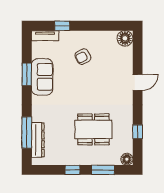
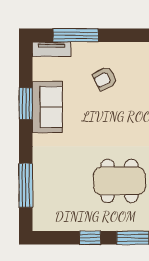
window: (62, 26) -> (76, 35), width x2.17
dresser: (38, 140) -> (41, 196), removed

